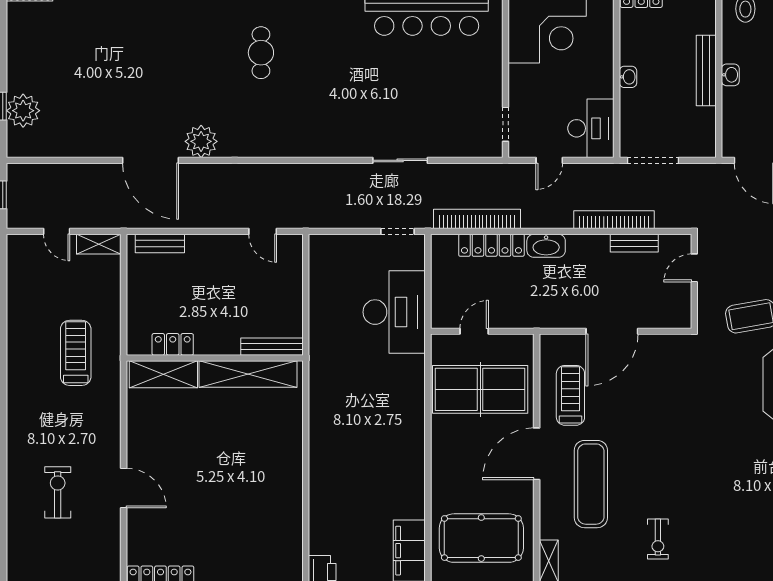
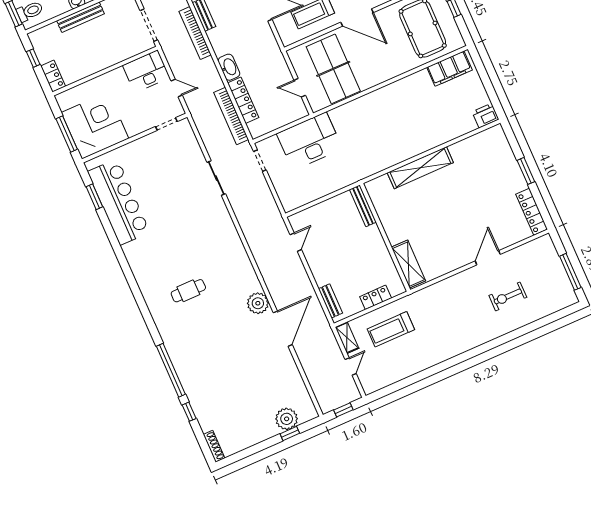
washbasin: (628, 77) -> (105, 63), removed
locker: (173, 344) -> (376, 297), moved, turned 90
treadmill: (76, 353) -> (391, 329), moved
shelving: (248, 374) -> (420, 168), moved, turned 90

